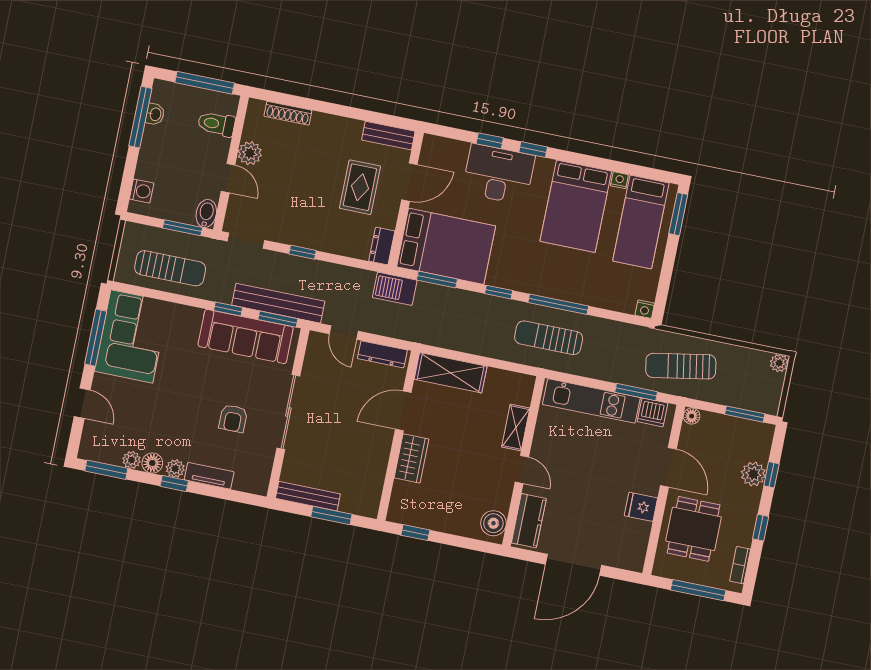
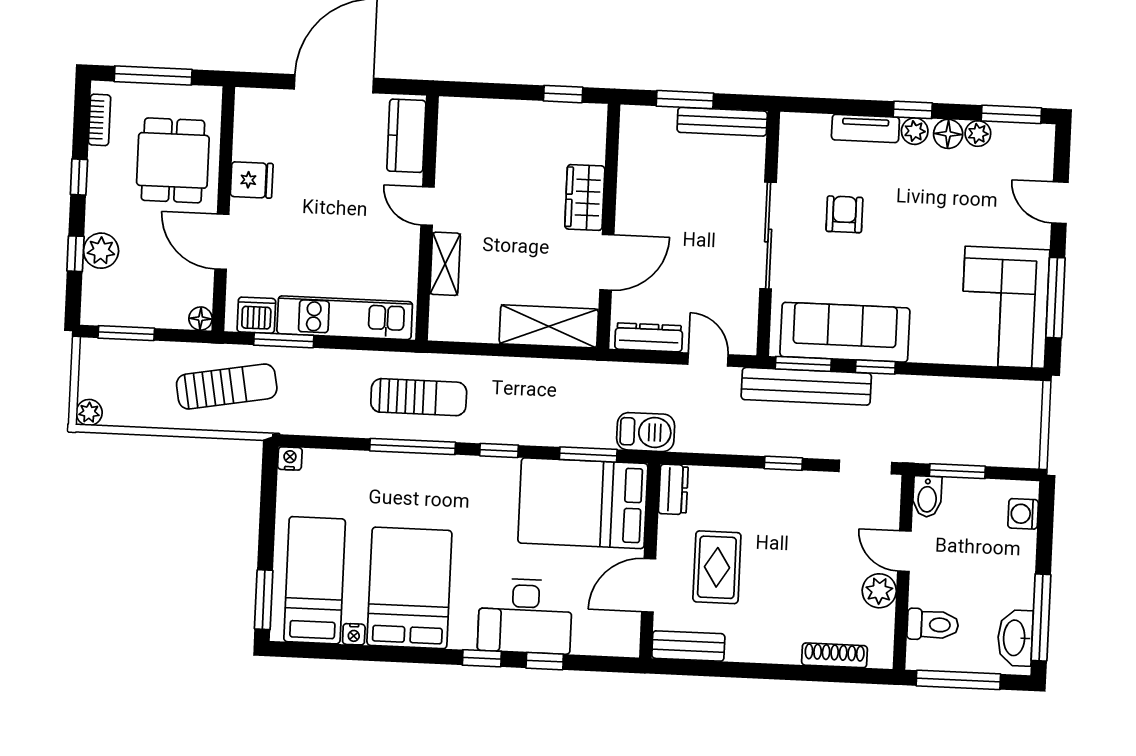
washbasin: (155, 114) -> (1015, 638), width x1.91, depth x1.45
sun lounger: (170, 268) -> (966, 412), removed
boiler: (493, 523) -> (455, 124), removed

